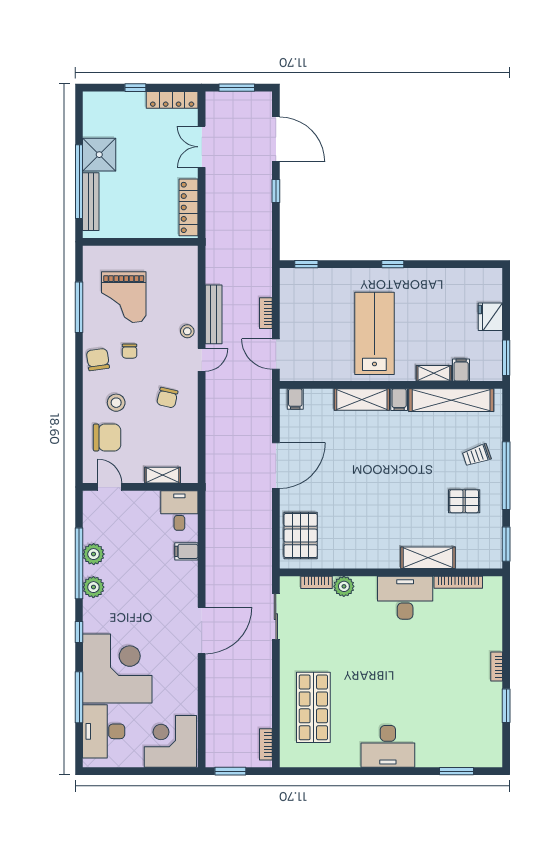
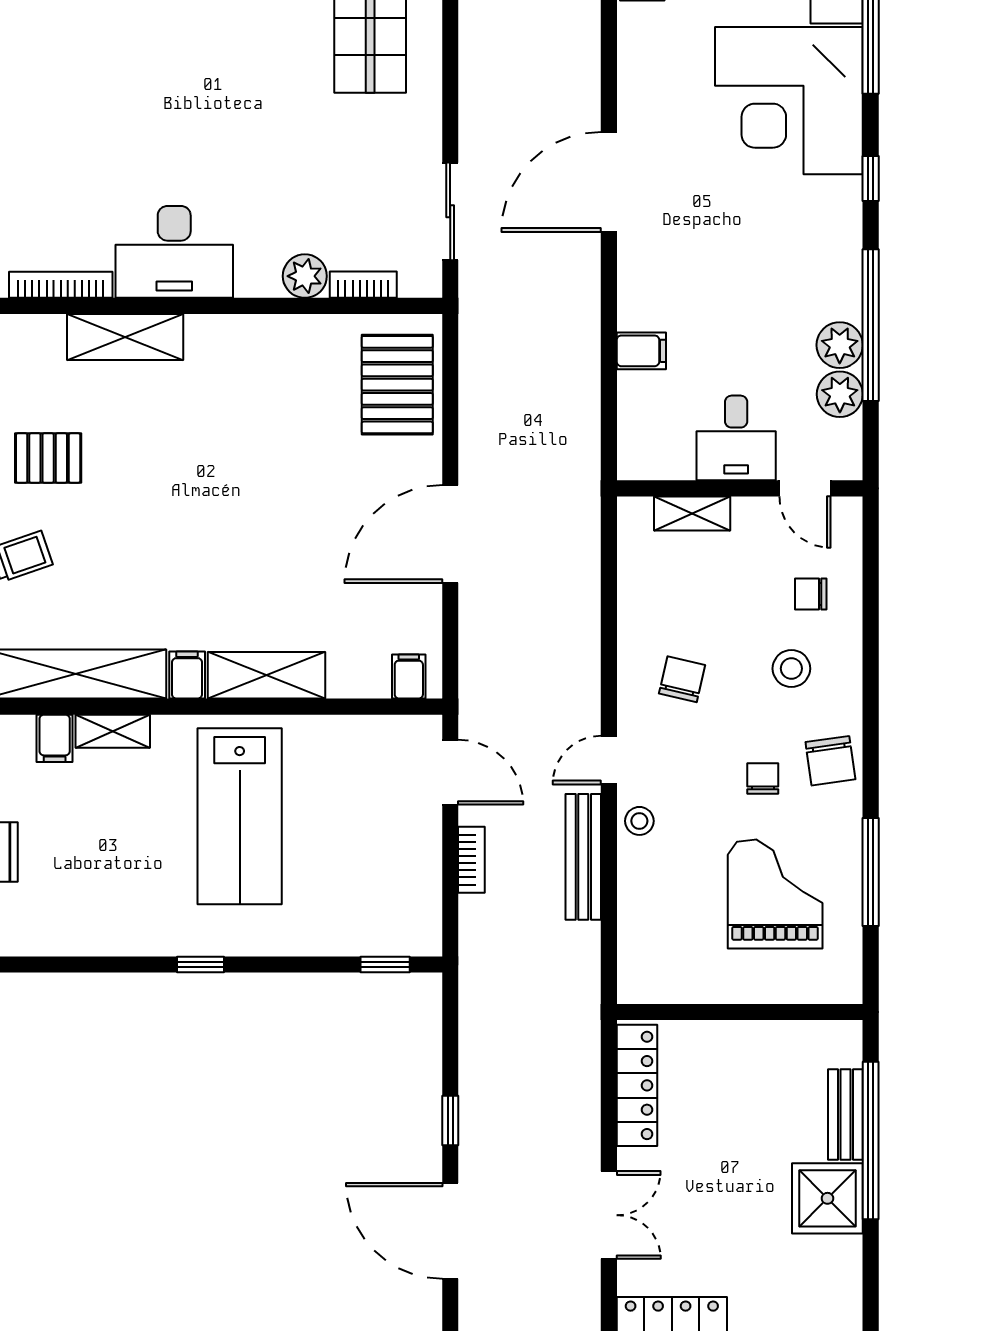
bench: (91, 202) -> (845, 1115), width x0.73
chair: (107, 438) -> (811, 594), width x0.54, depth x0.54
desk: (179, 511) -> (736, 438), moved
plant: (93, 587) -> (840, 394), moved

